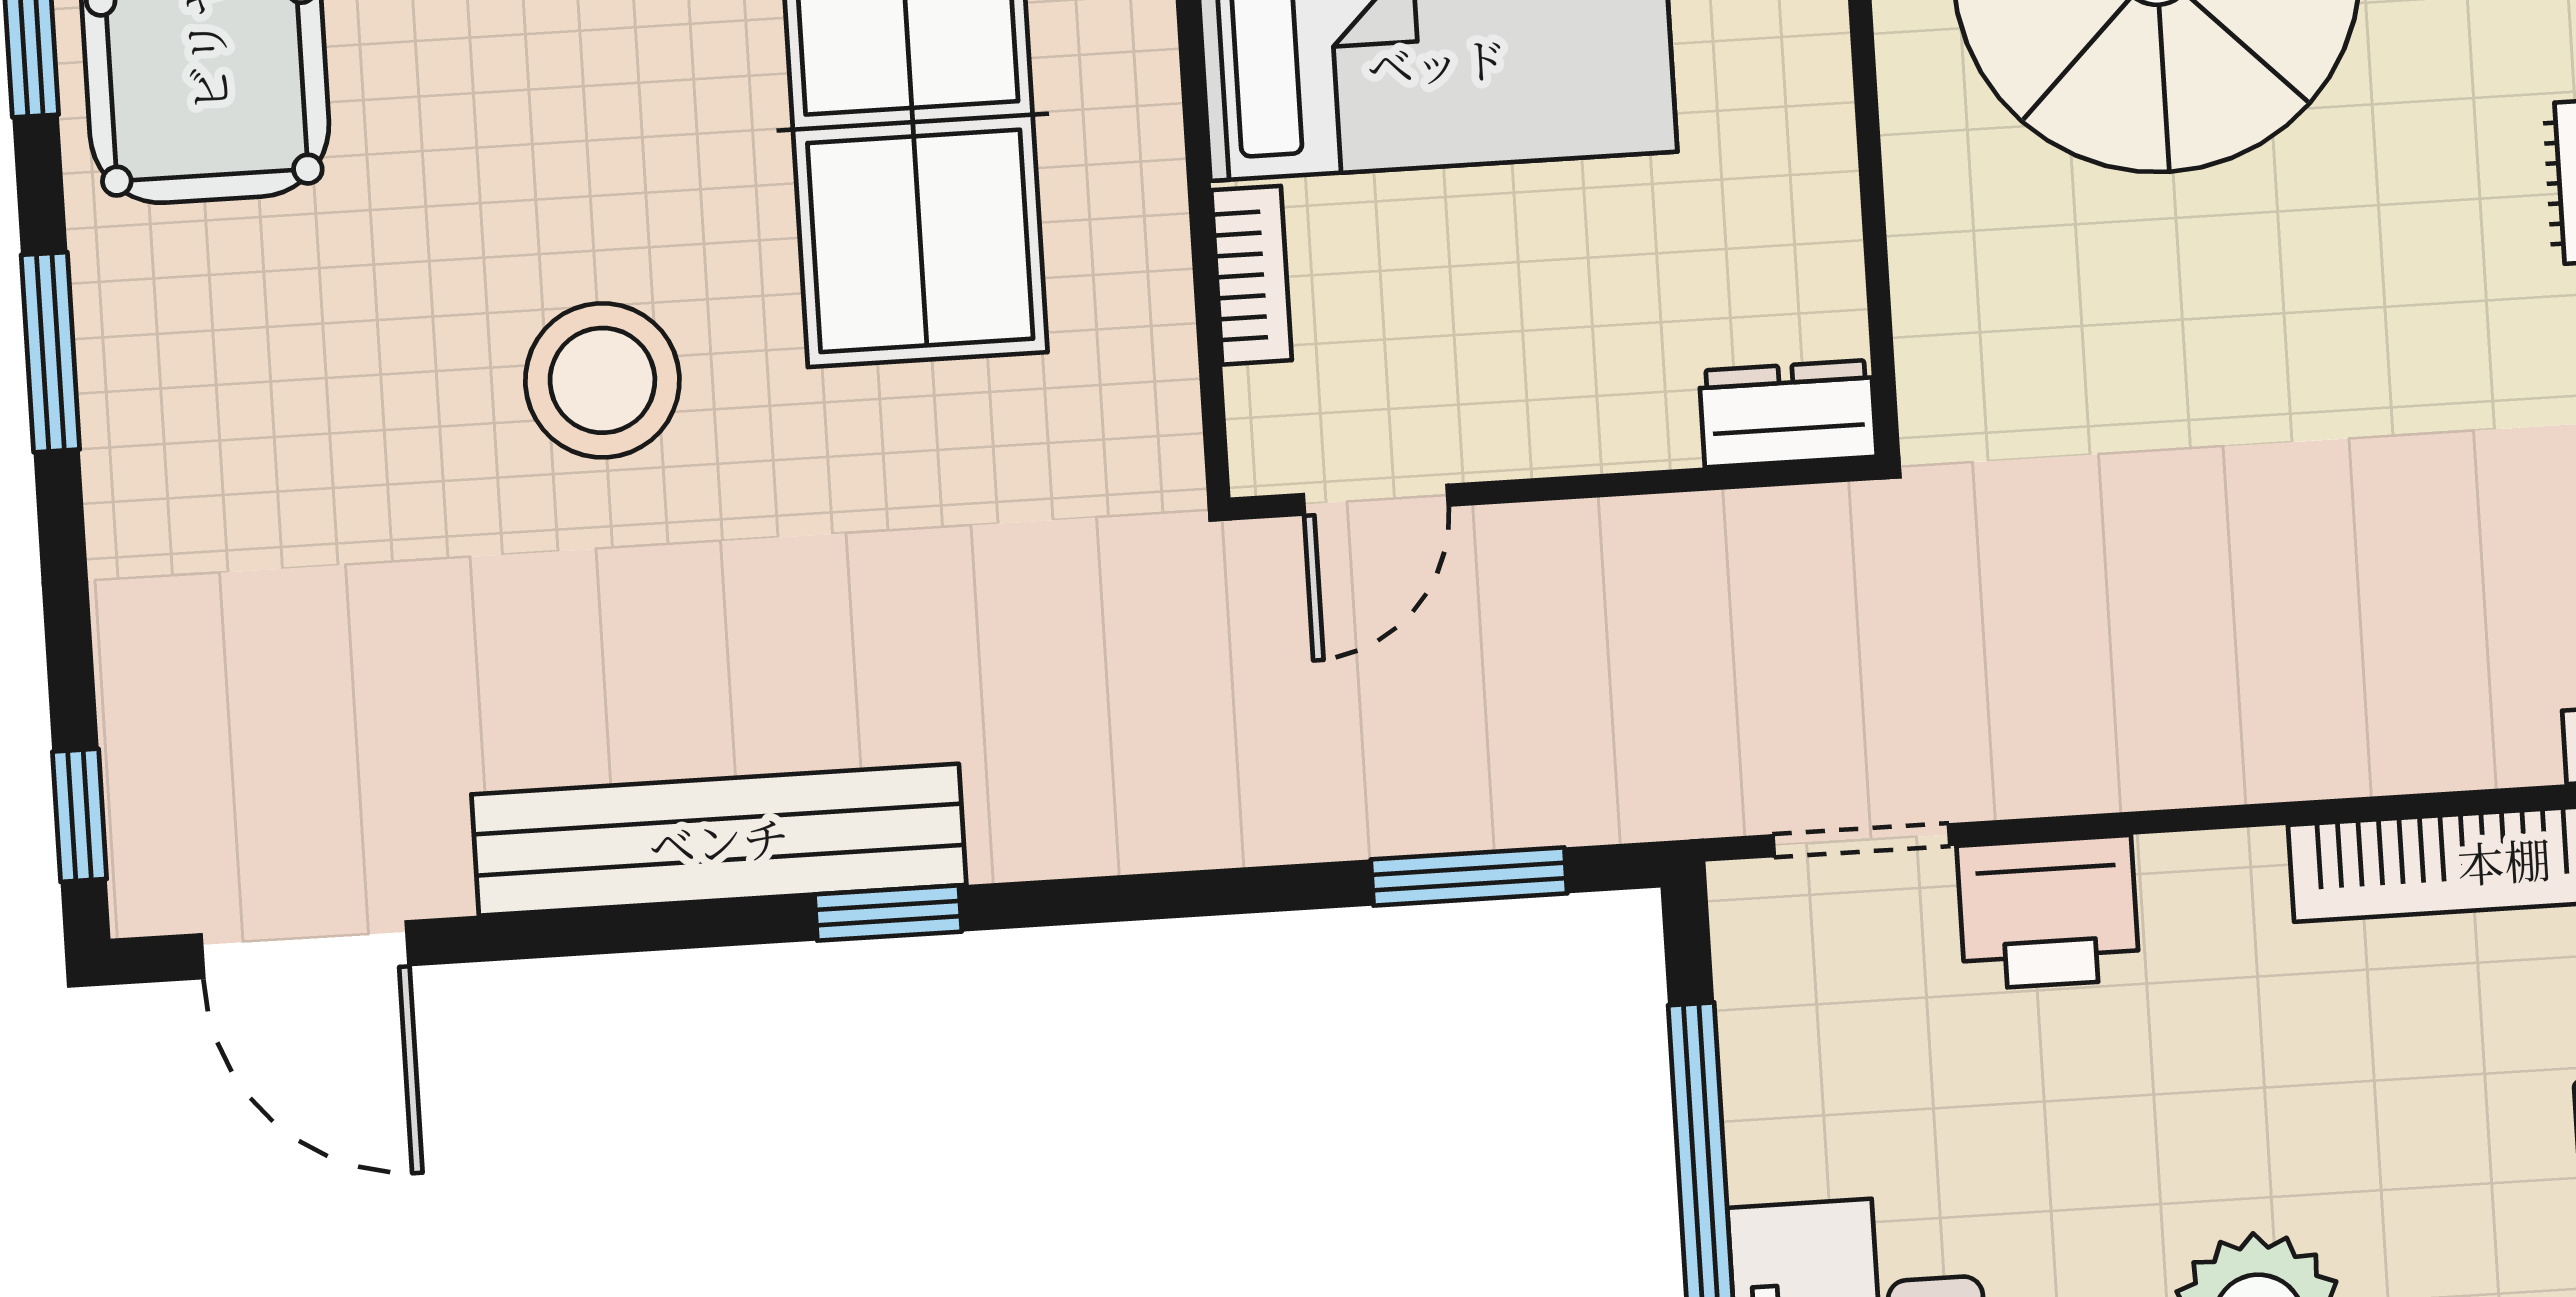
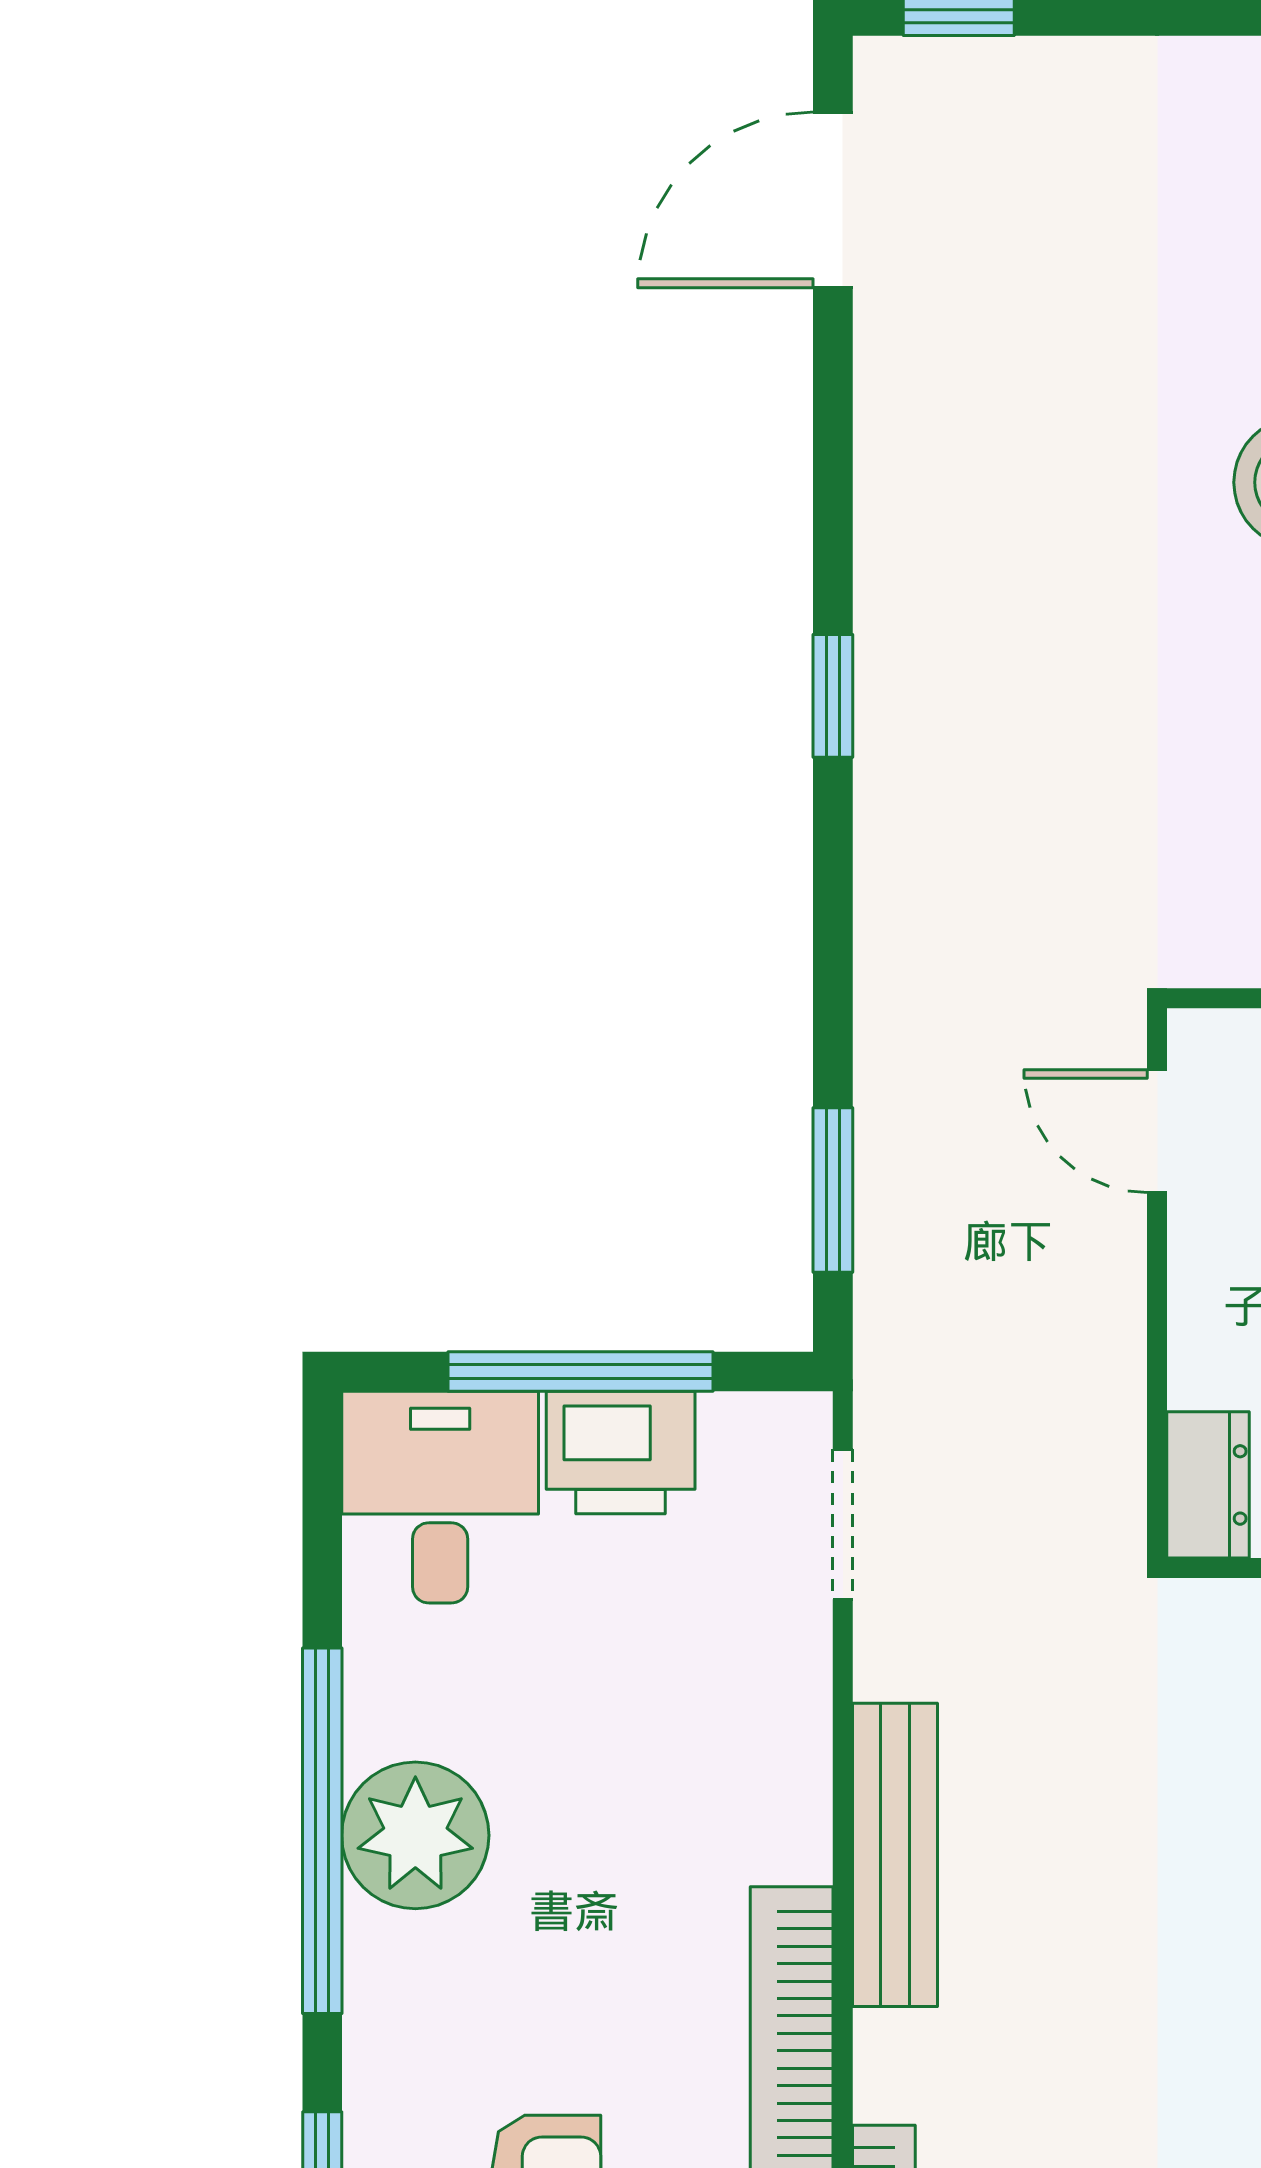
bench: (719, 840) -> (895, 1855), moved, width x0.73, depth x0.82
printer: (2048, 912) -> (621, 1453), moved, turned -90

